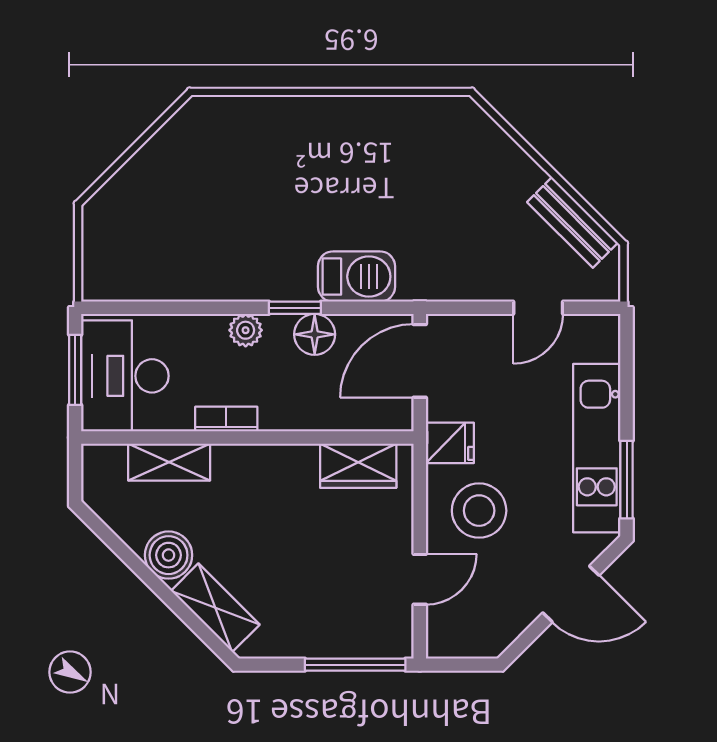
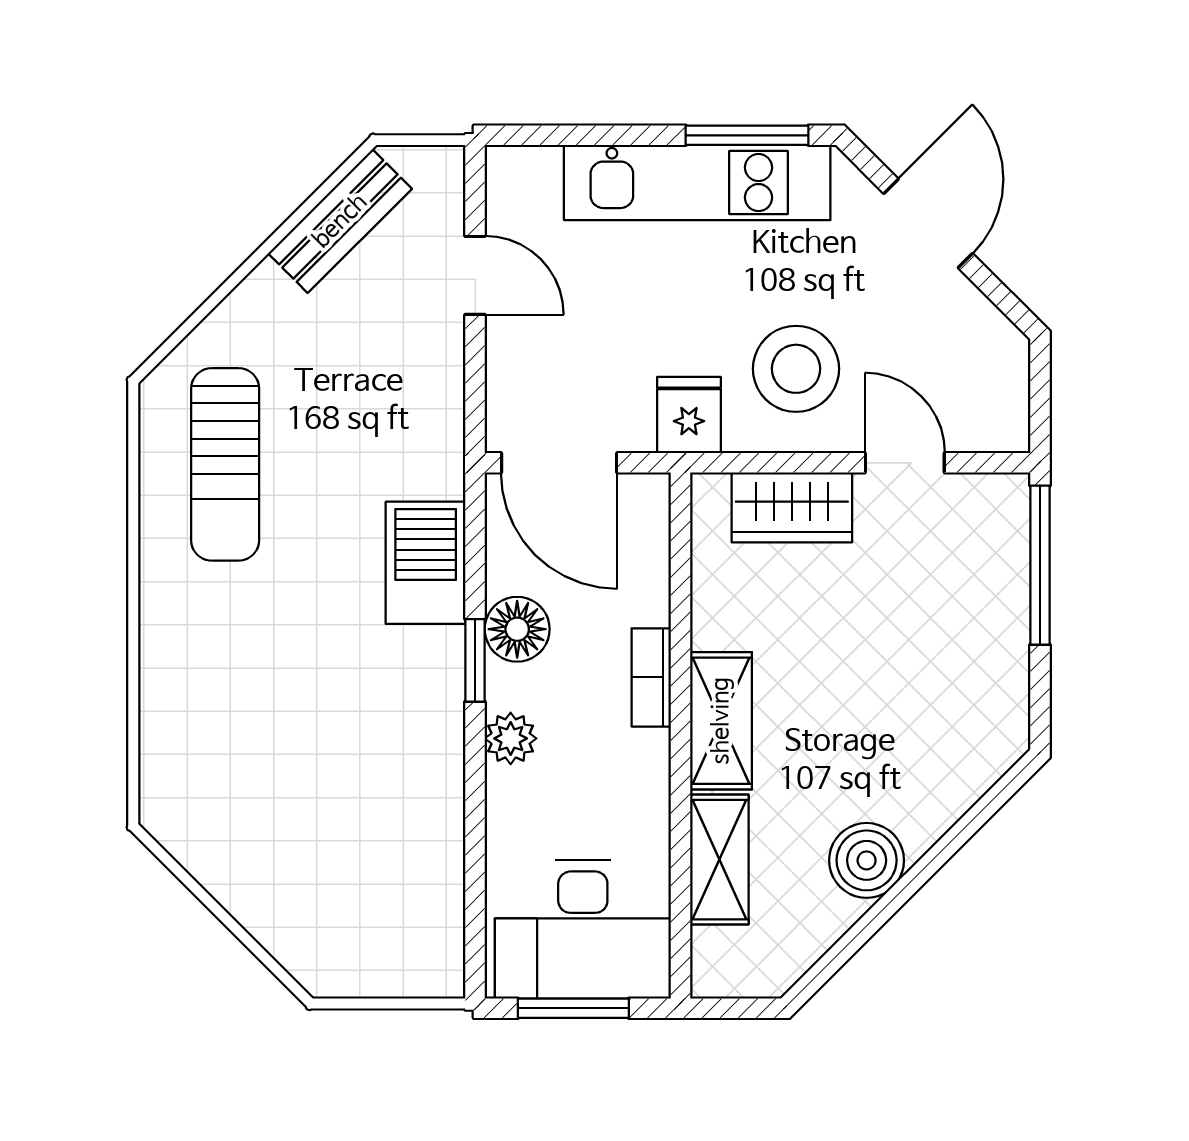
sun lounger: (419, 150) -> (225, 464), added
bookcase: (226, 419) -> (651, 677), moved
wardrobe: (358, 466) -> (792, 507), moved, turned 90
shelving: (215, 608) -> (721, 721), moved, turned -45

